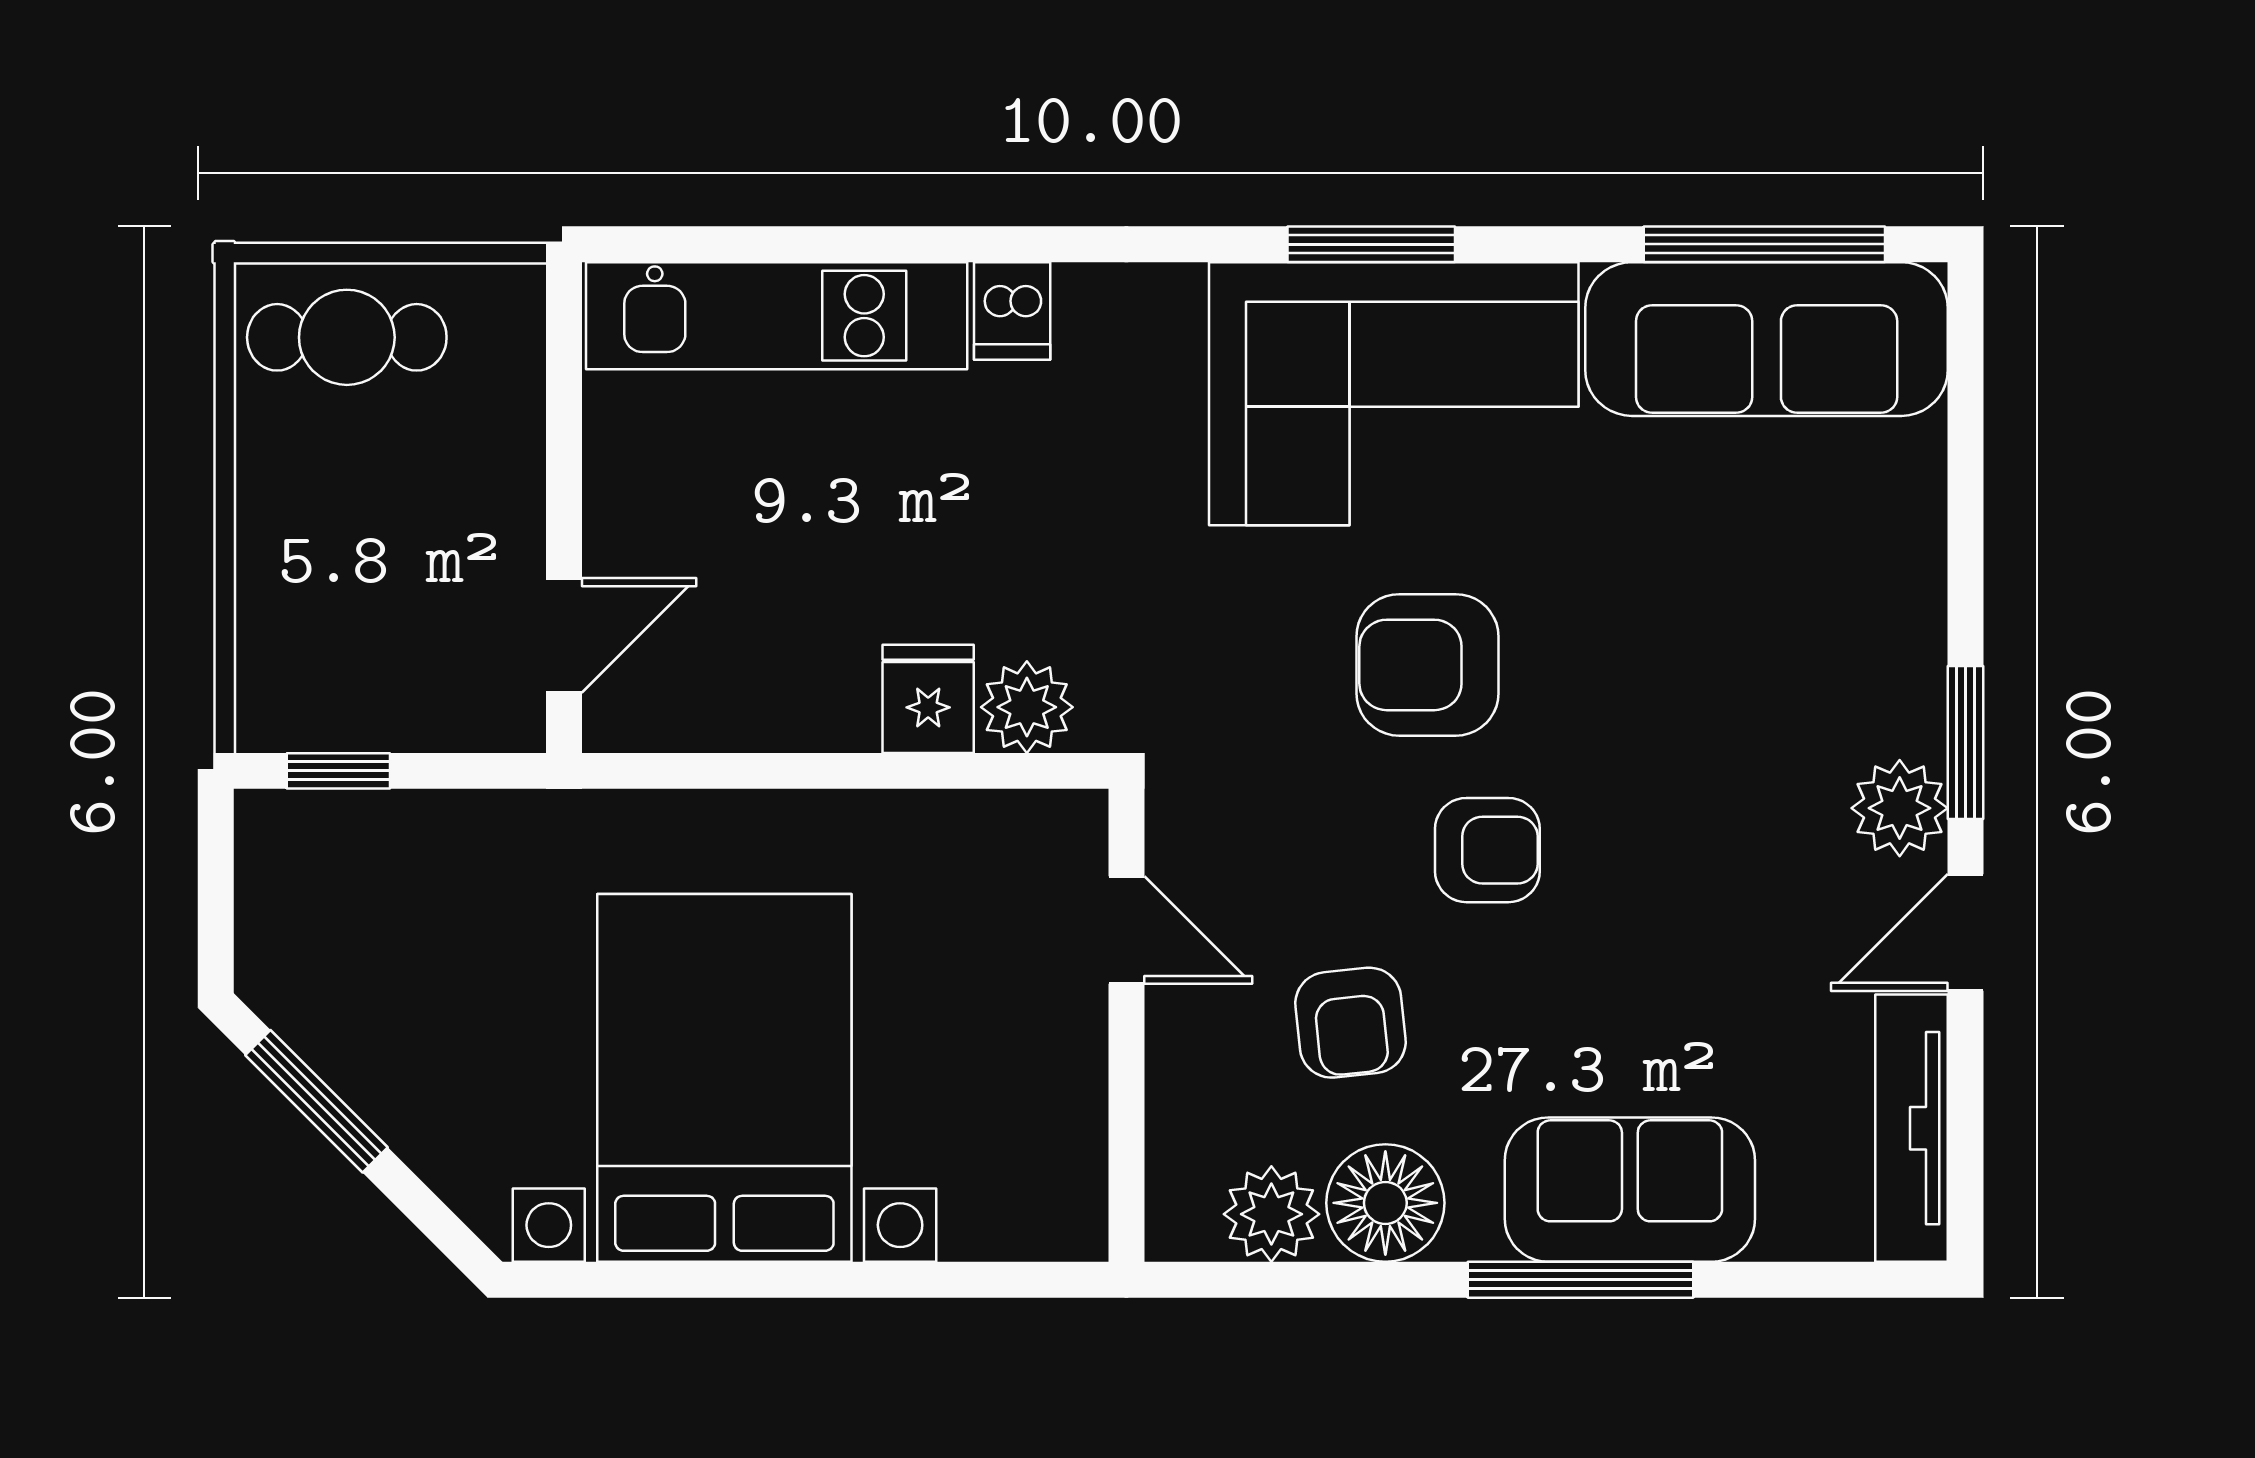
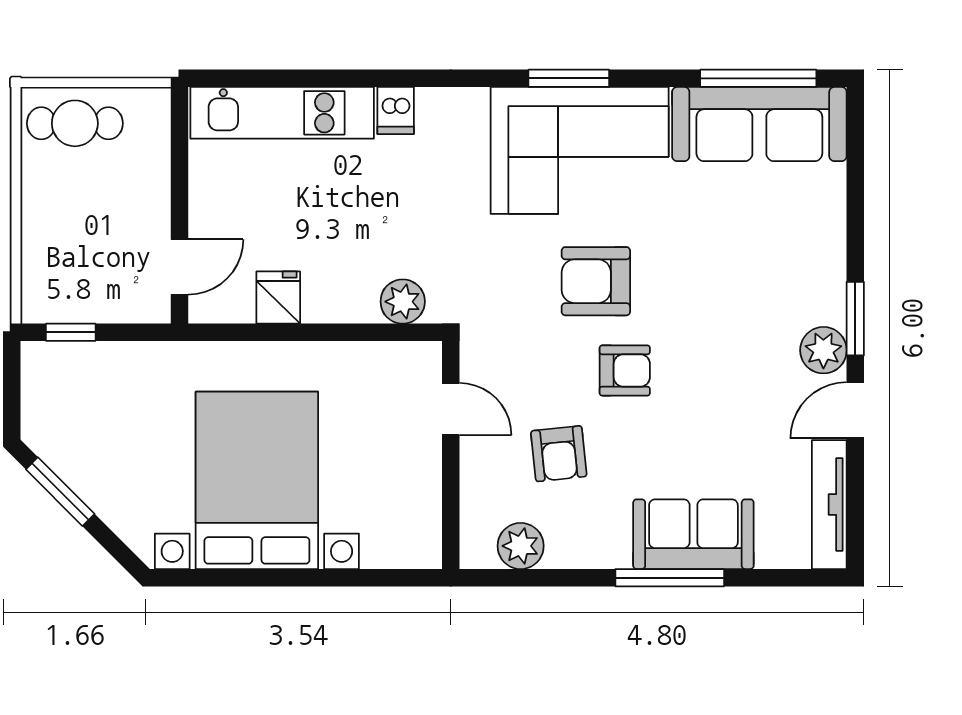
fridge: (928, 699) -> (278, 298), moved
floor lamp: (1385, 1203) -> (576, 541), removed

